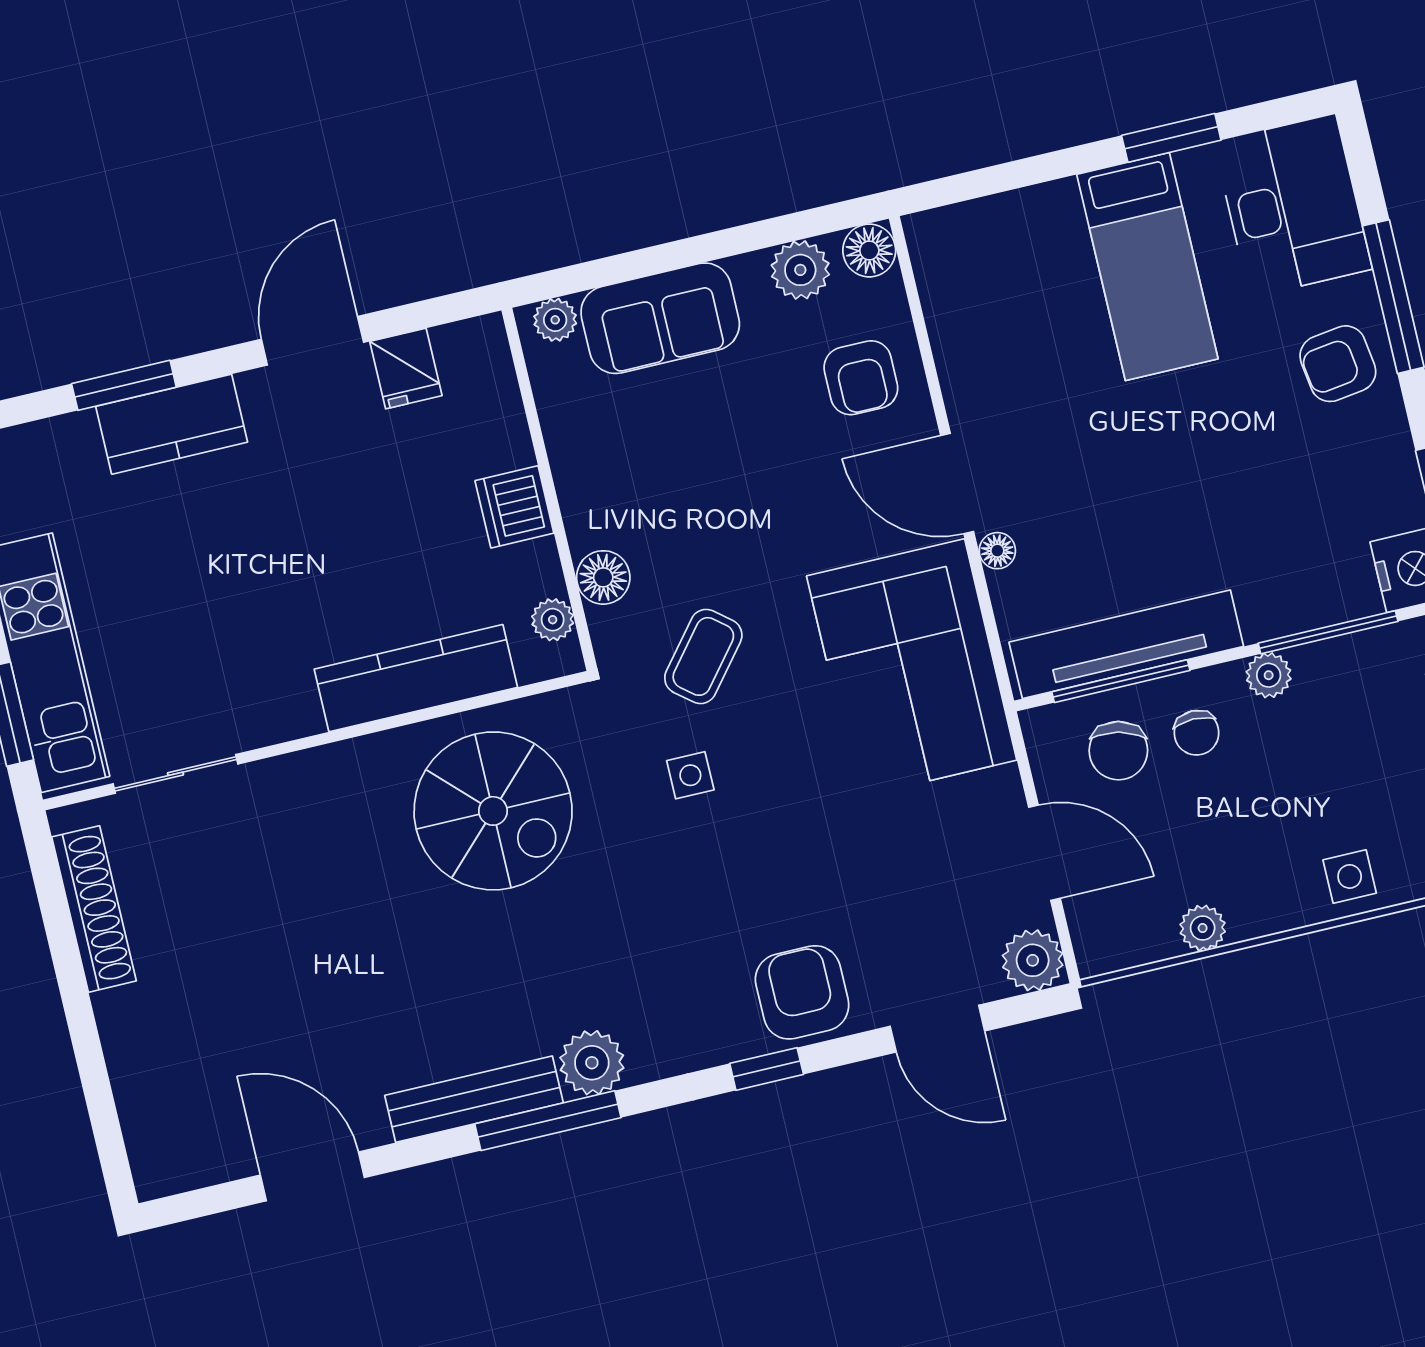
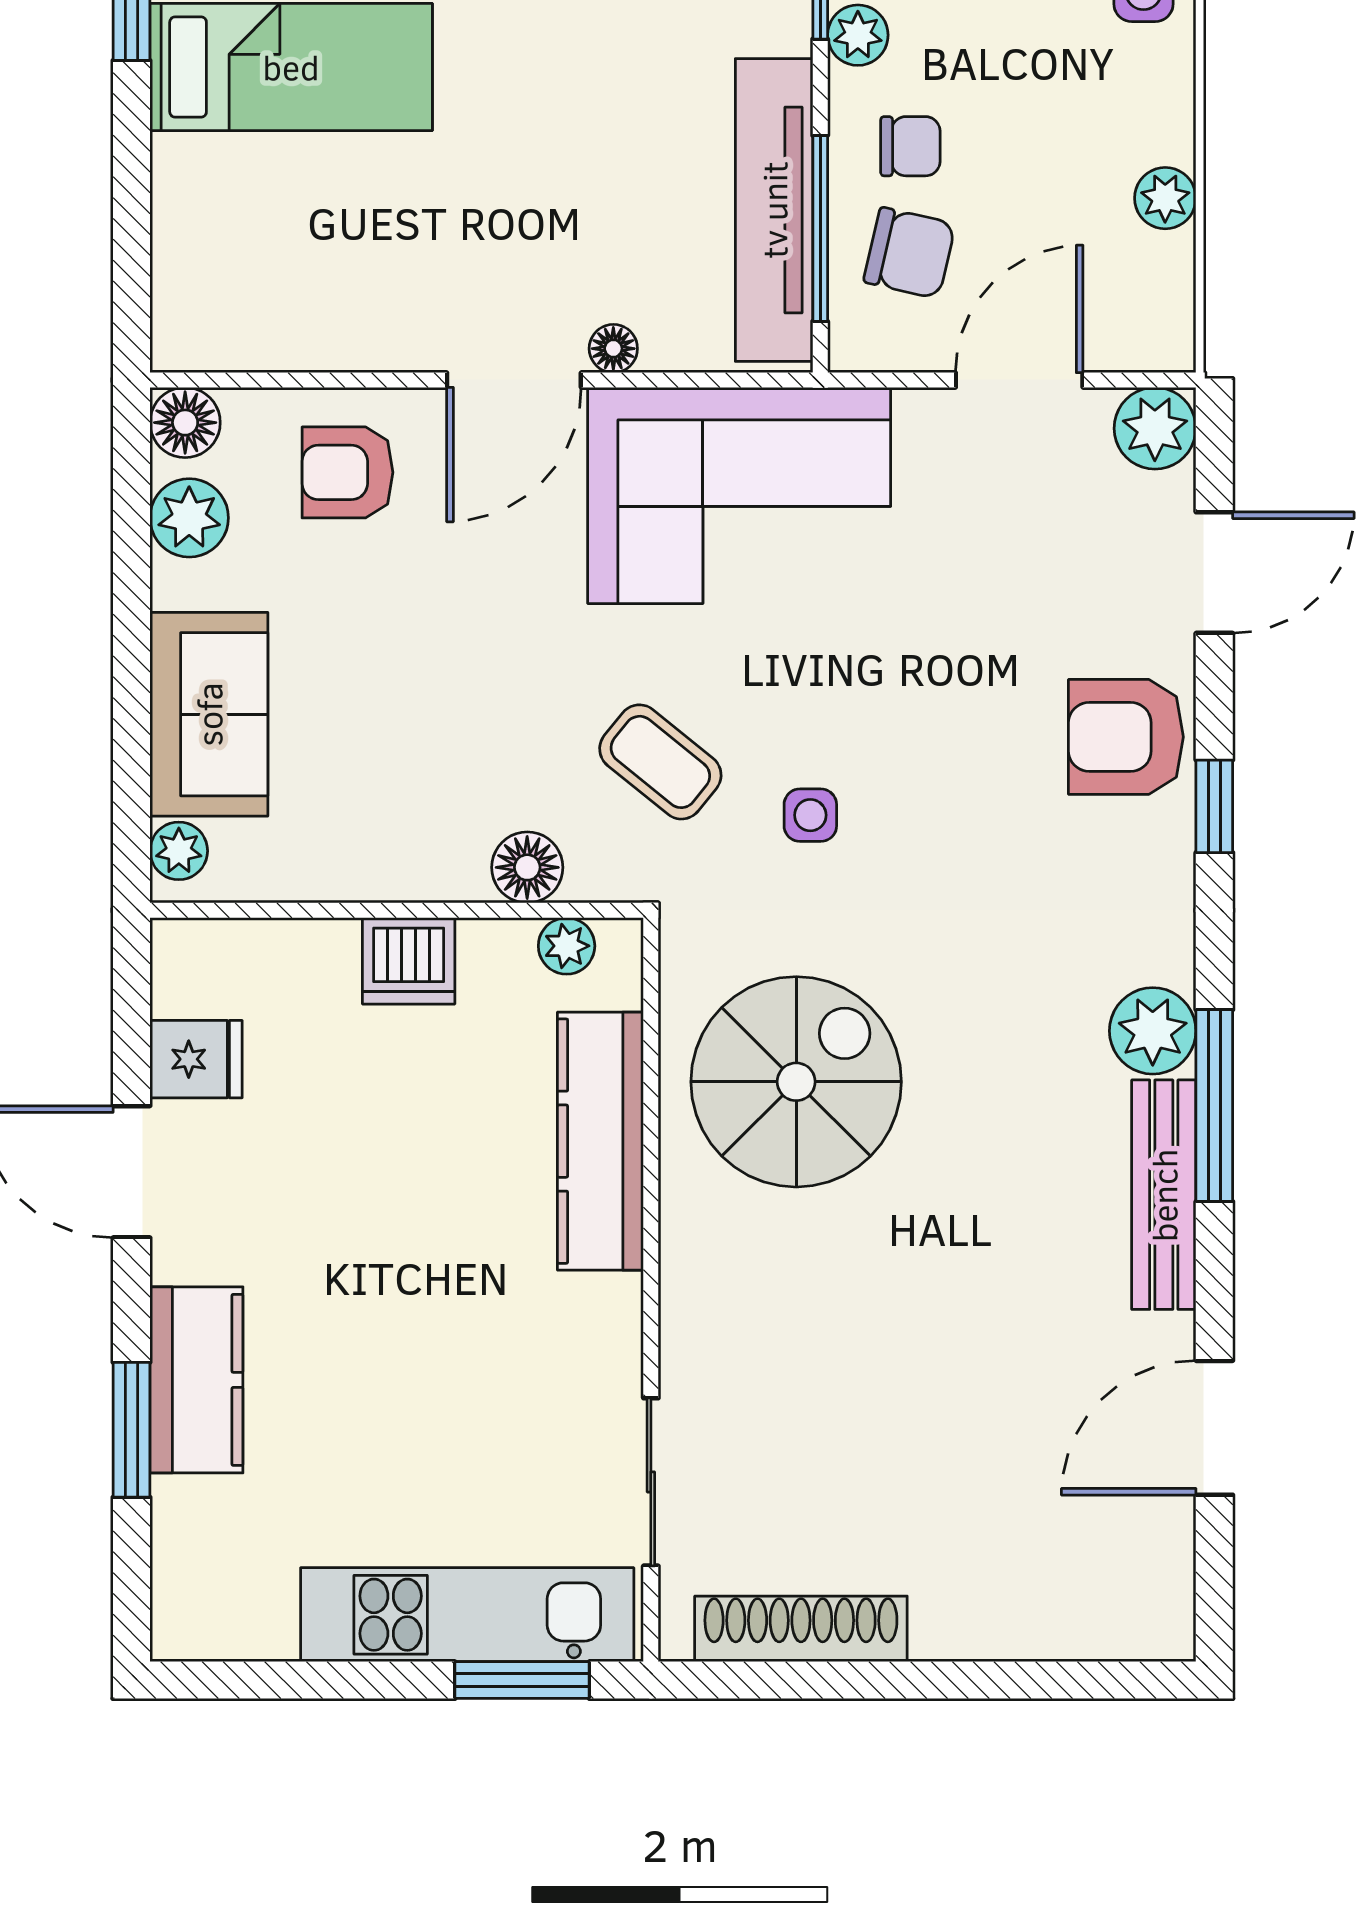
armchair: (861, 378) -> (348, 472), turned 180

